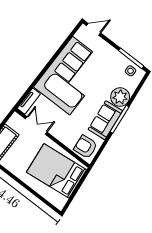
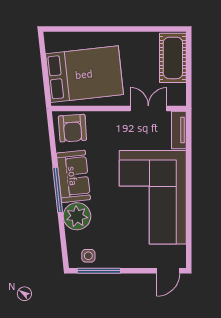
double door: (36, 126) -> (148, 108), swing flipped
armchair: (86, 147) -> (72, 128), turned 92

